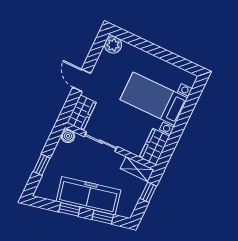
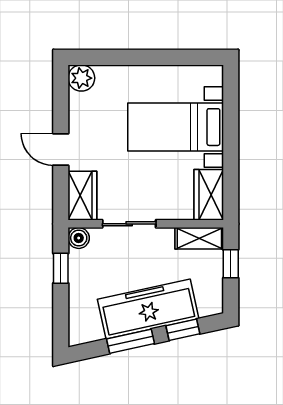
window: (42, 165) -> (61, 268), moved
window: (69, 209) -> (130, 341), width x1.50

